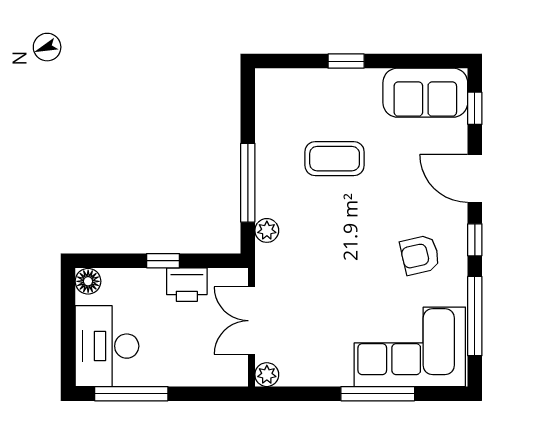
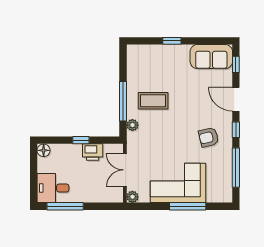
coffee table: (335, 159) -> (153, 101), moved
desk: (107, 346) -> (53, 188), width x0.73
corner sofa: (410, 347) -> (178, 183), moved

